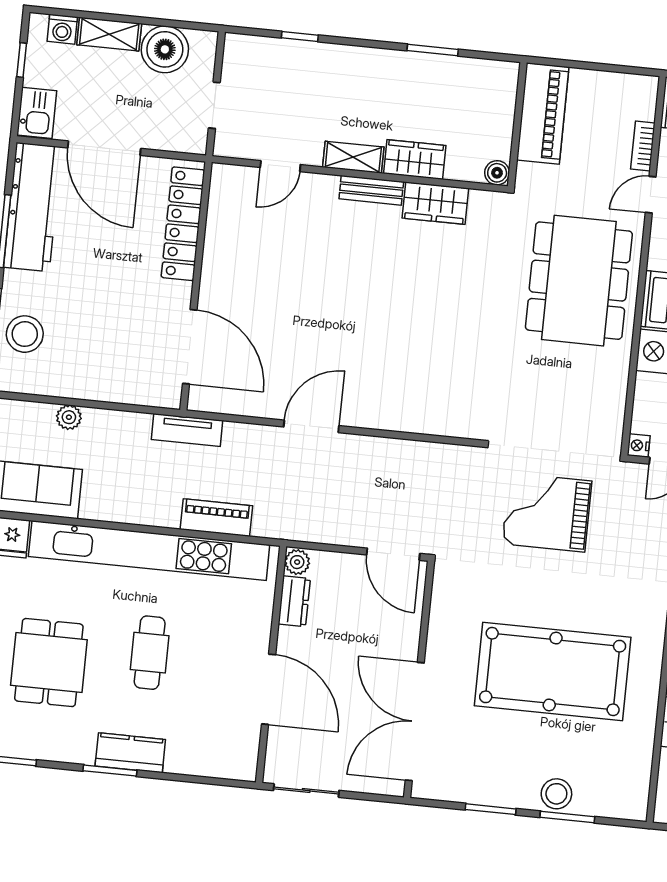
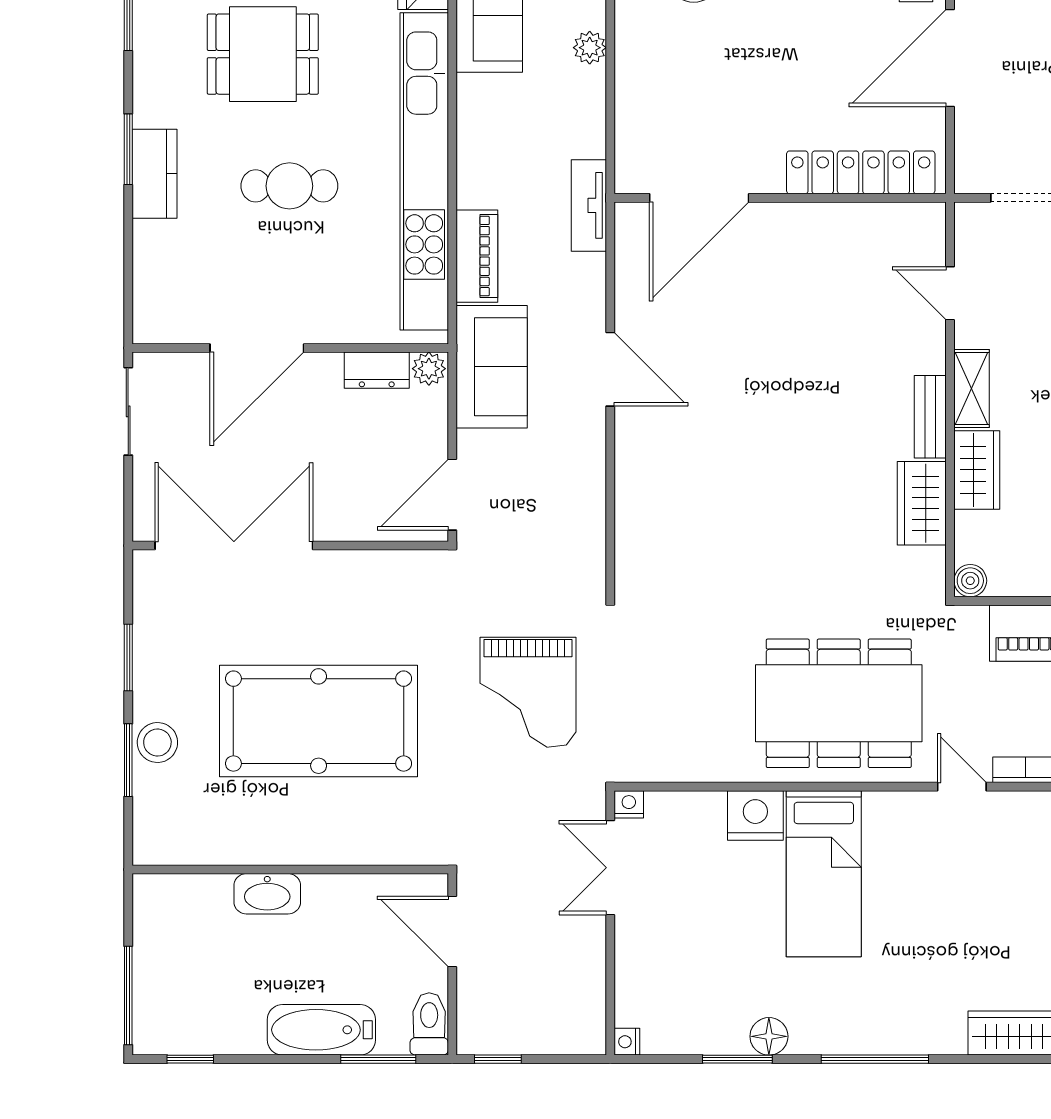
grand piano: (547, 512) -> (528, 692), turned 180
sofa: (301, 515) -> (492, 367), added
pool table: (553, 671) -> (319, 721), turned 90

